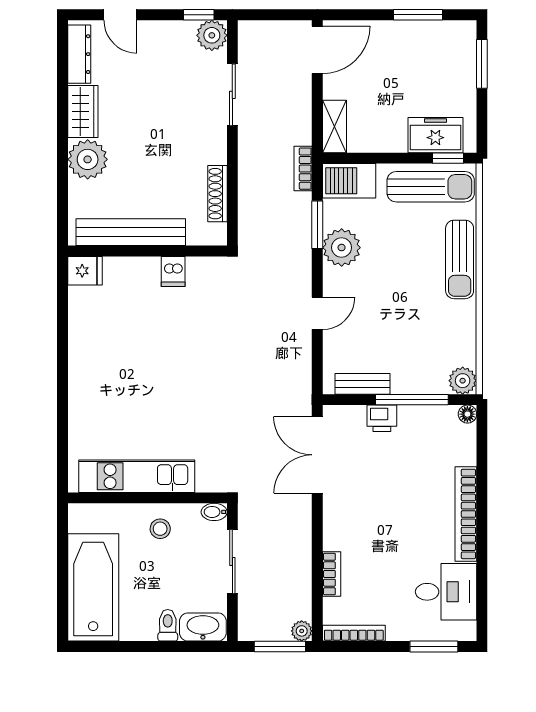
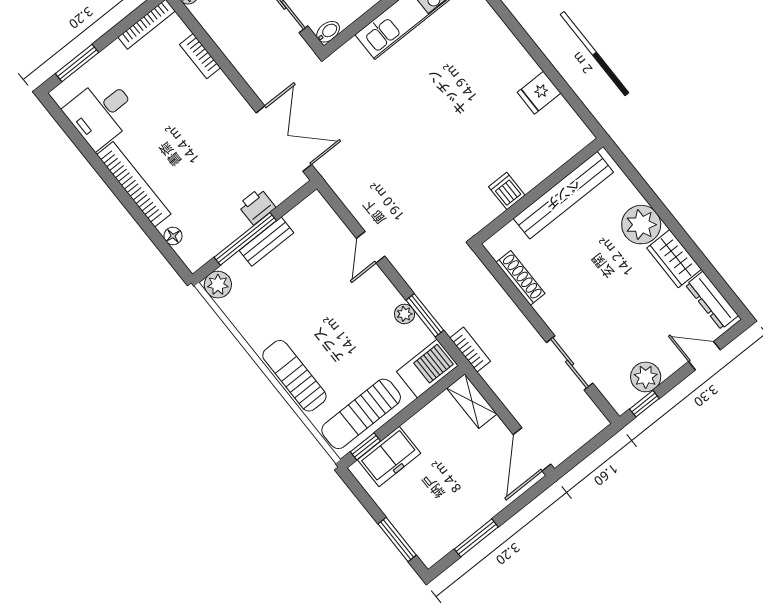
plant: (212, 35) -> (646, 377), moved
plant: (342, 248) -> (404, 314), width x0.53, depth x0.53
fridge: (85, 271) -> (539, 93), moved
bench: (362, 384) -> (267, 242), moved
floor lamp: (467, 414) -> (173, 236), moved

